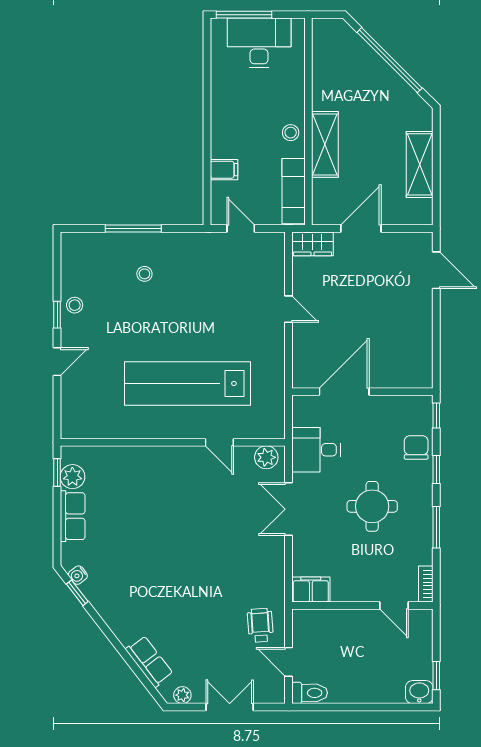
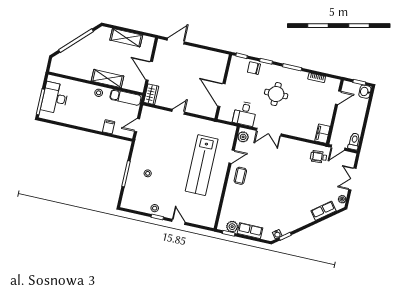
coffee table: (183, 470) -> (240, 176), added
filing cabinet: (311, 590) -> (322, 134), moved
wall: (362, 606) -> (335, 112), moved
door: (394, 606) -> (338, 98), moved

